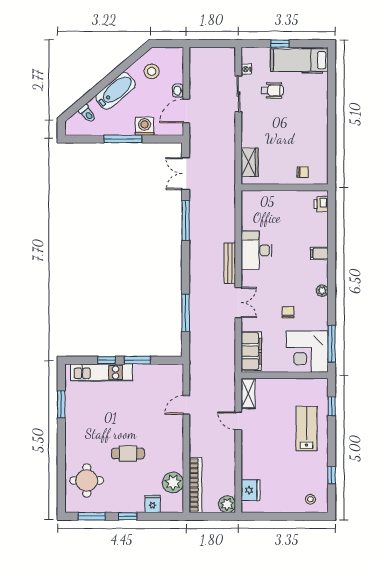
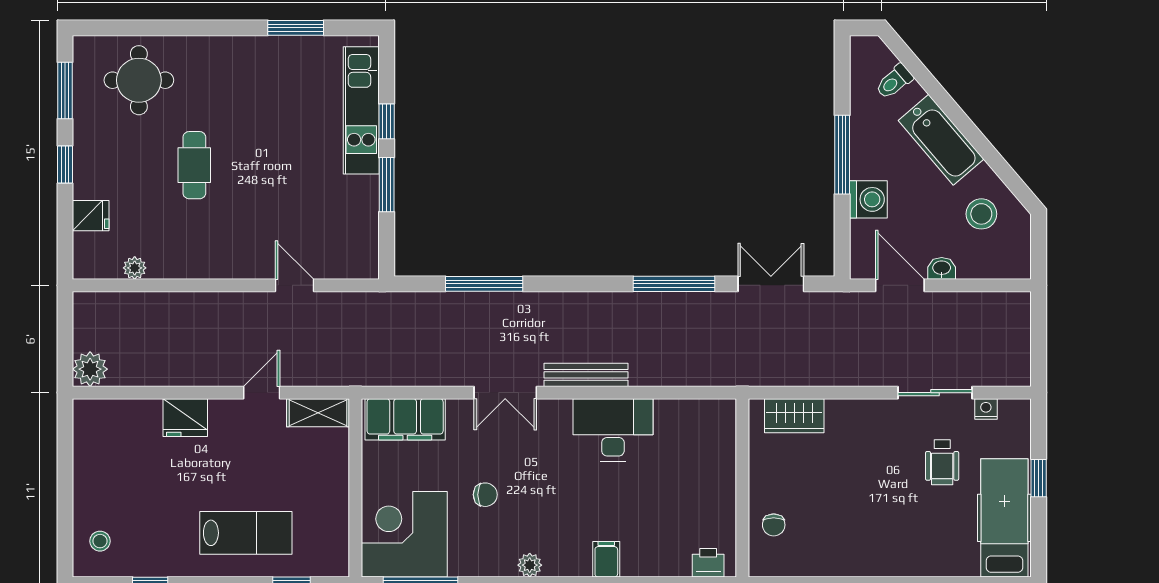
plant: (173, 482) -> (135, 268), width x0.53, depth x0.53
bookcase: (195, 485) -> (130, 304), removed
fridge: (251, 490) -> (185, 418), moved

